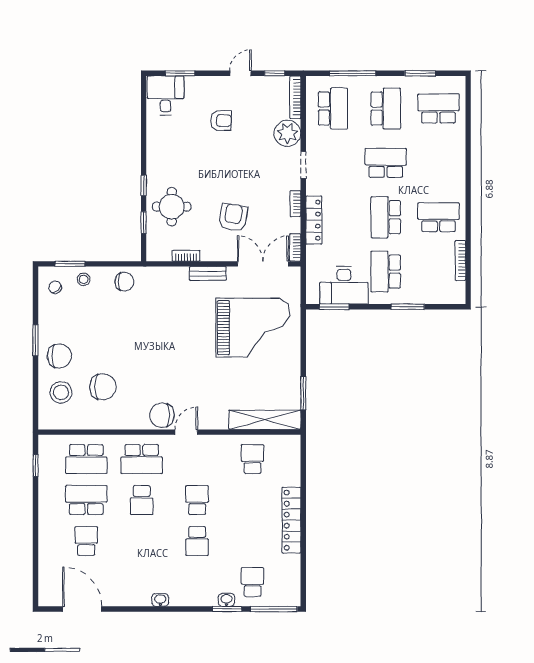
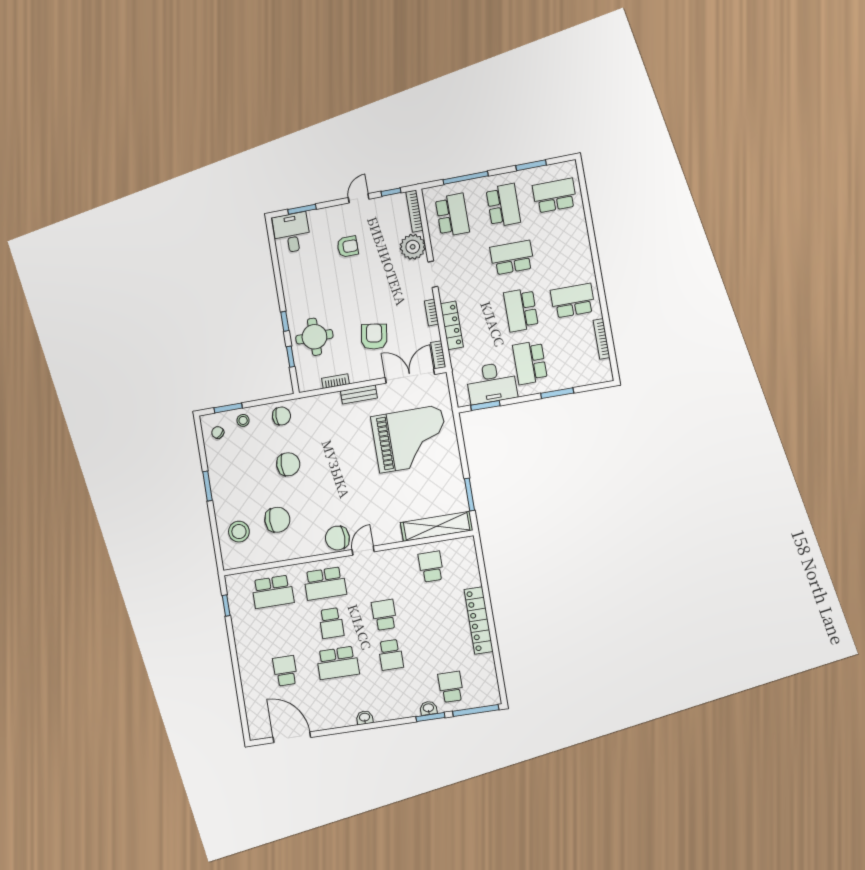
chair: (59, 356) -> (288, 464), moved
school desk: (86, 500) -> (338, 663), moved, turned 180

